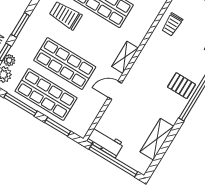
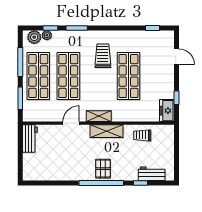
door: (115, 90) -> (71, 123), hinge flipped
shelving: (157, 139) -> (106, 131), moved
window: (113, 161) -> (20, 152), removed

